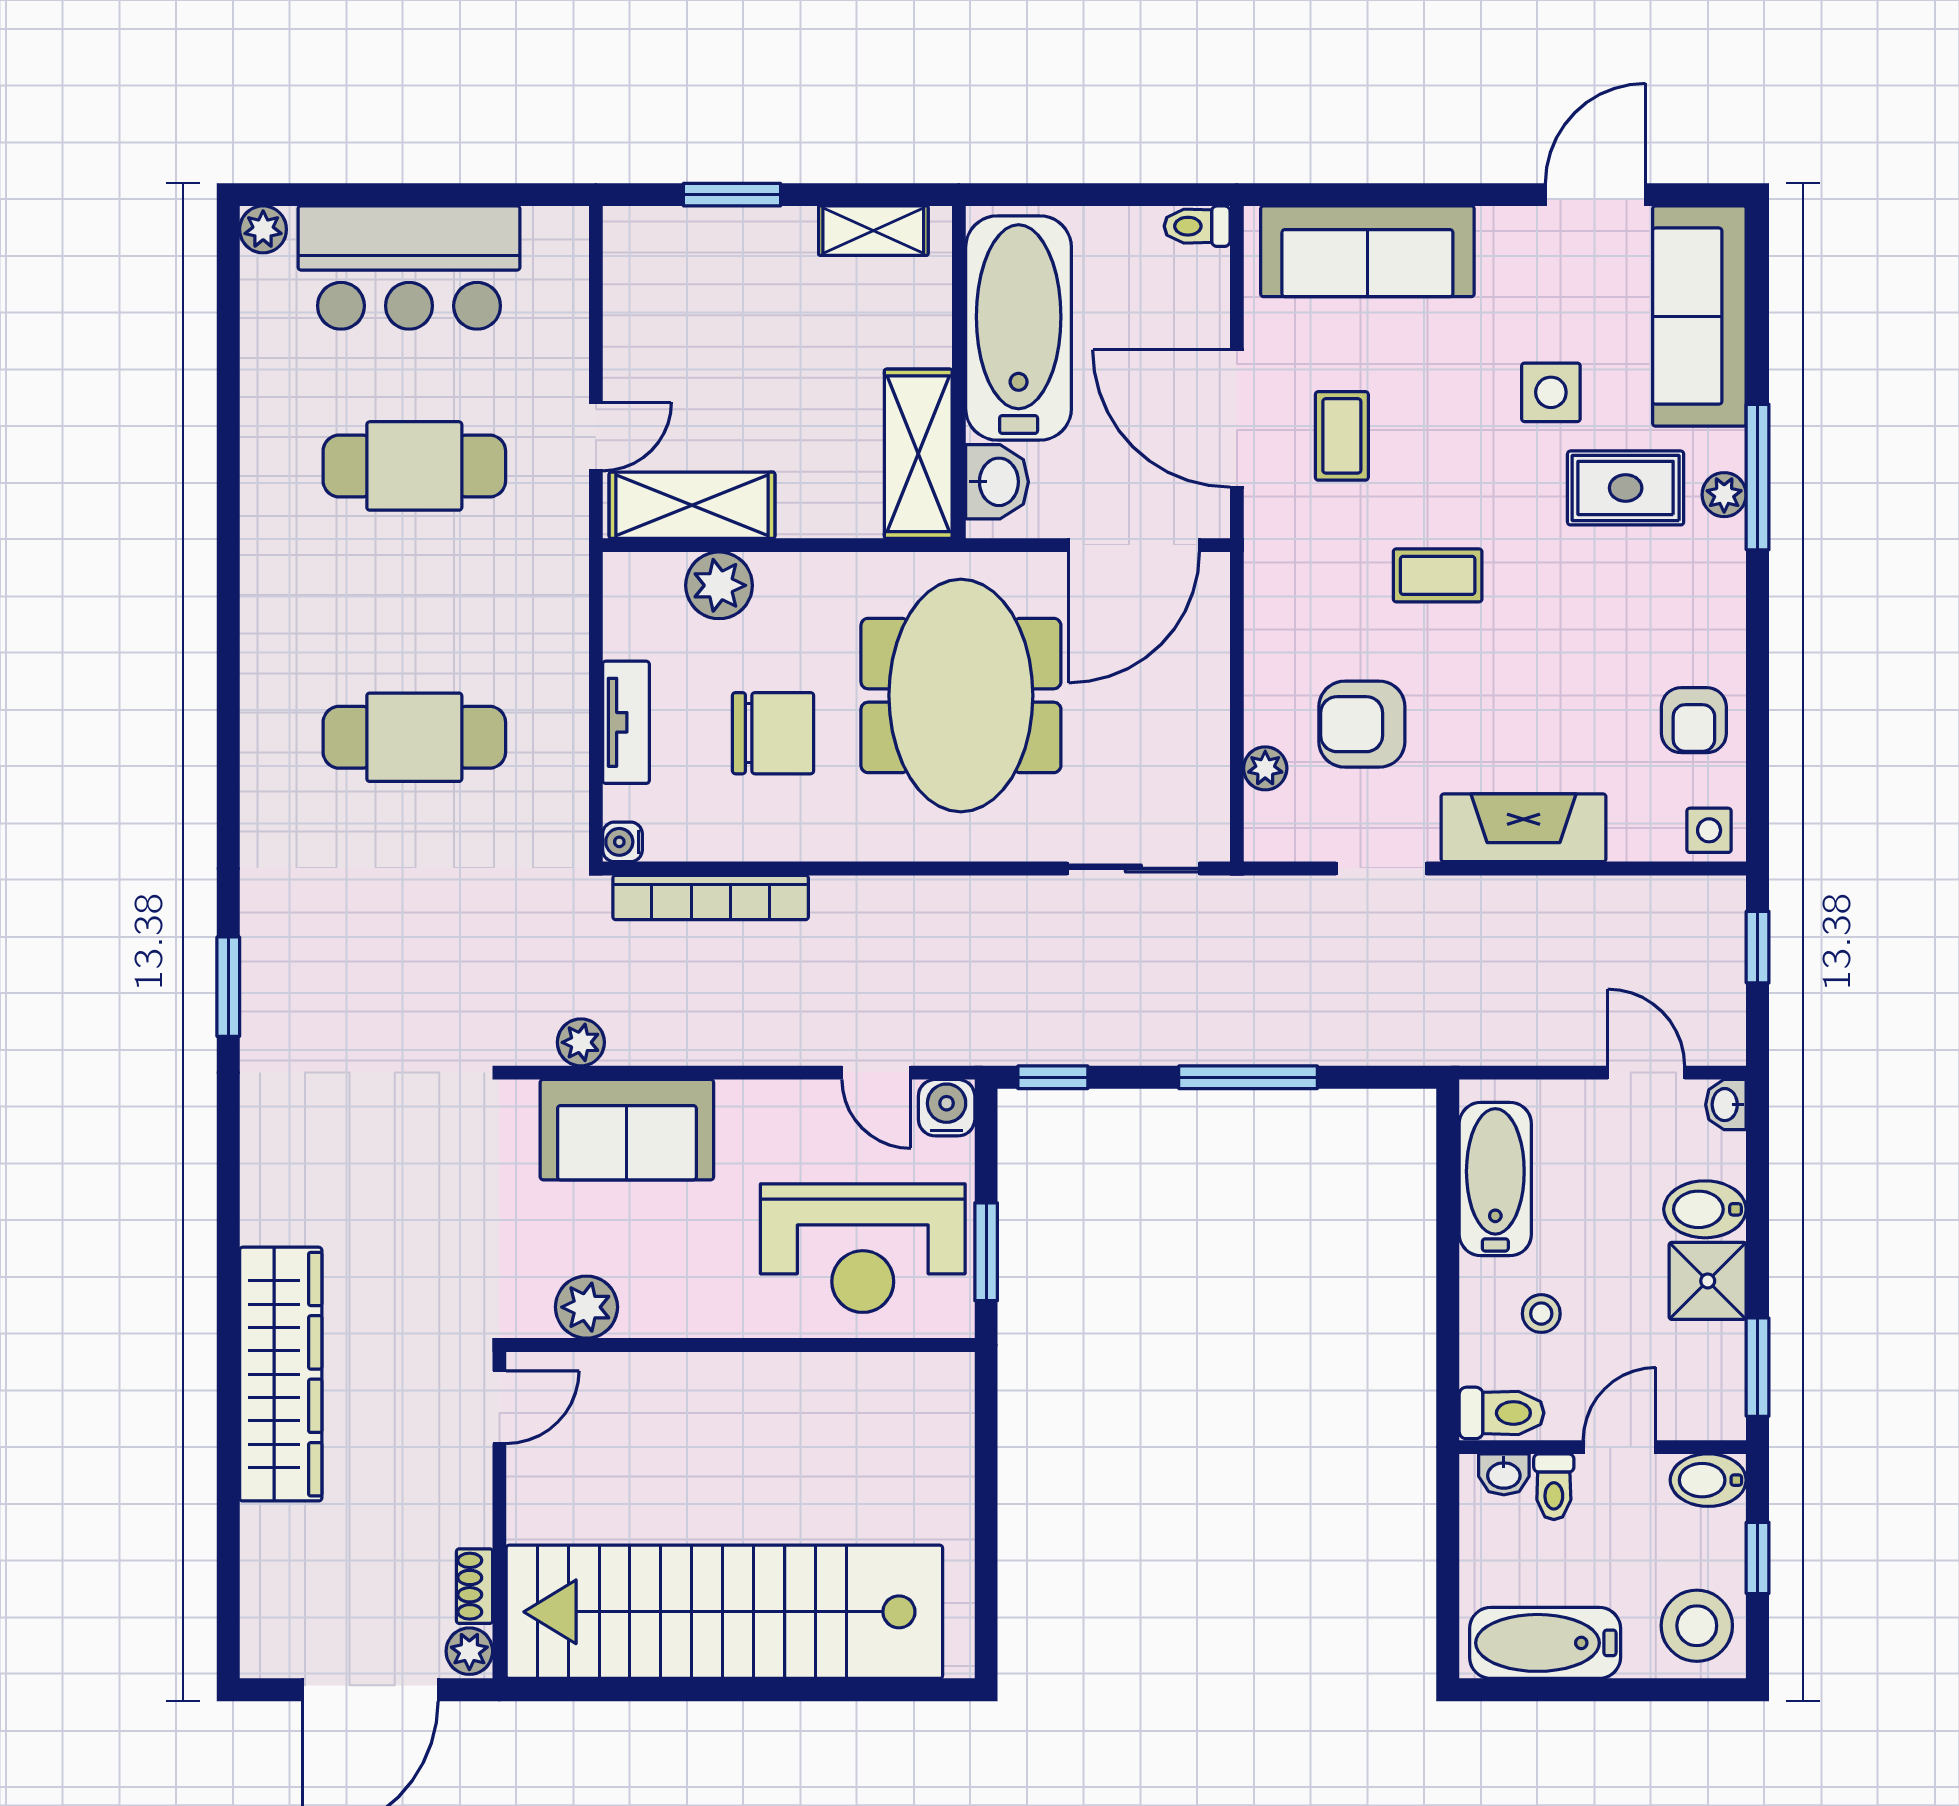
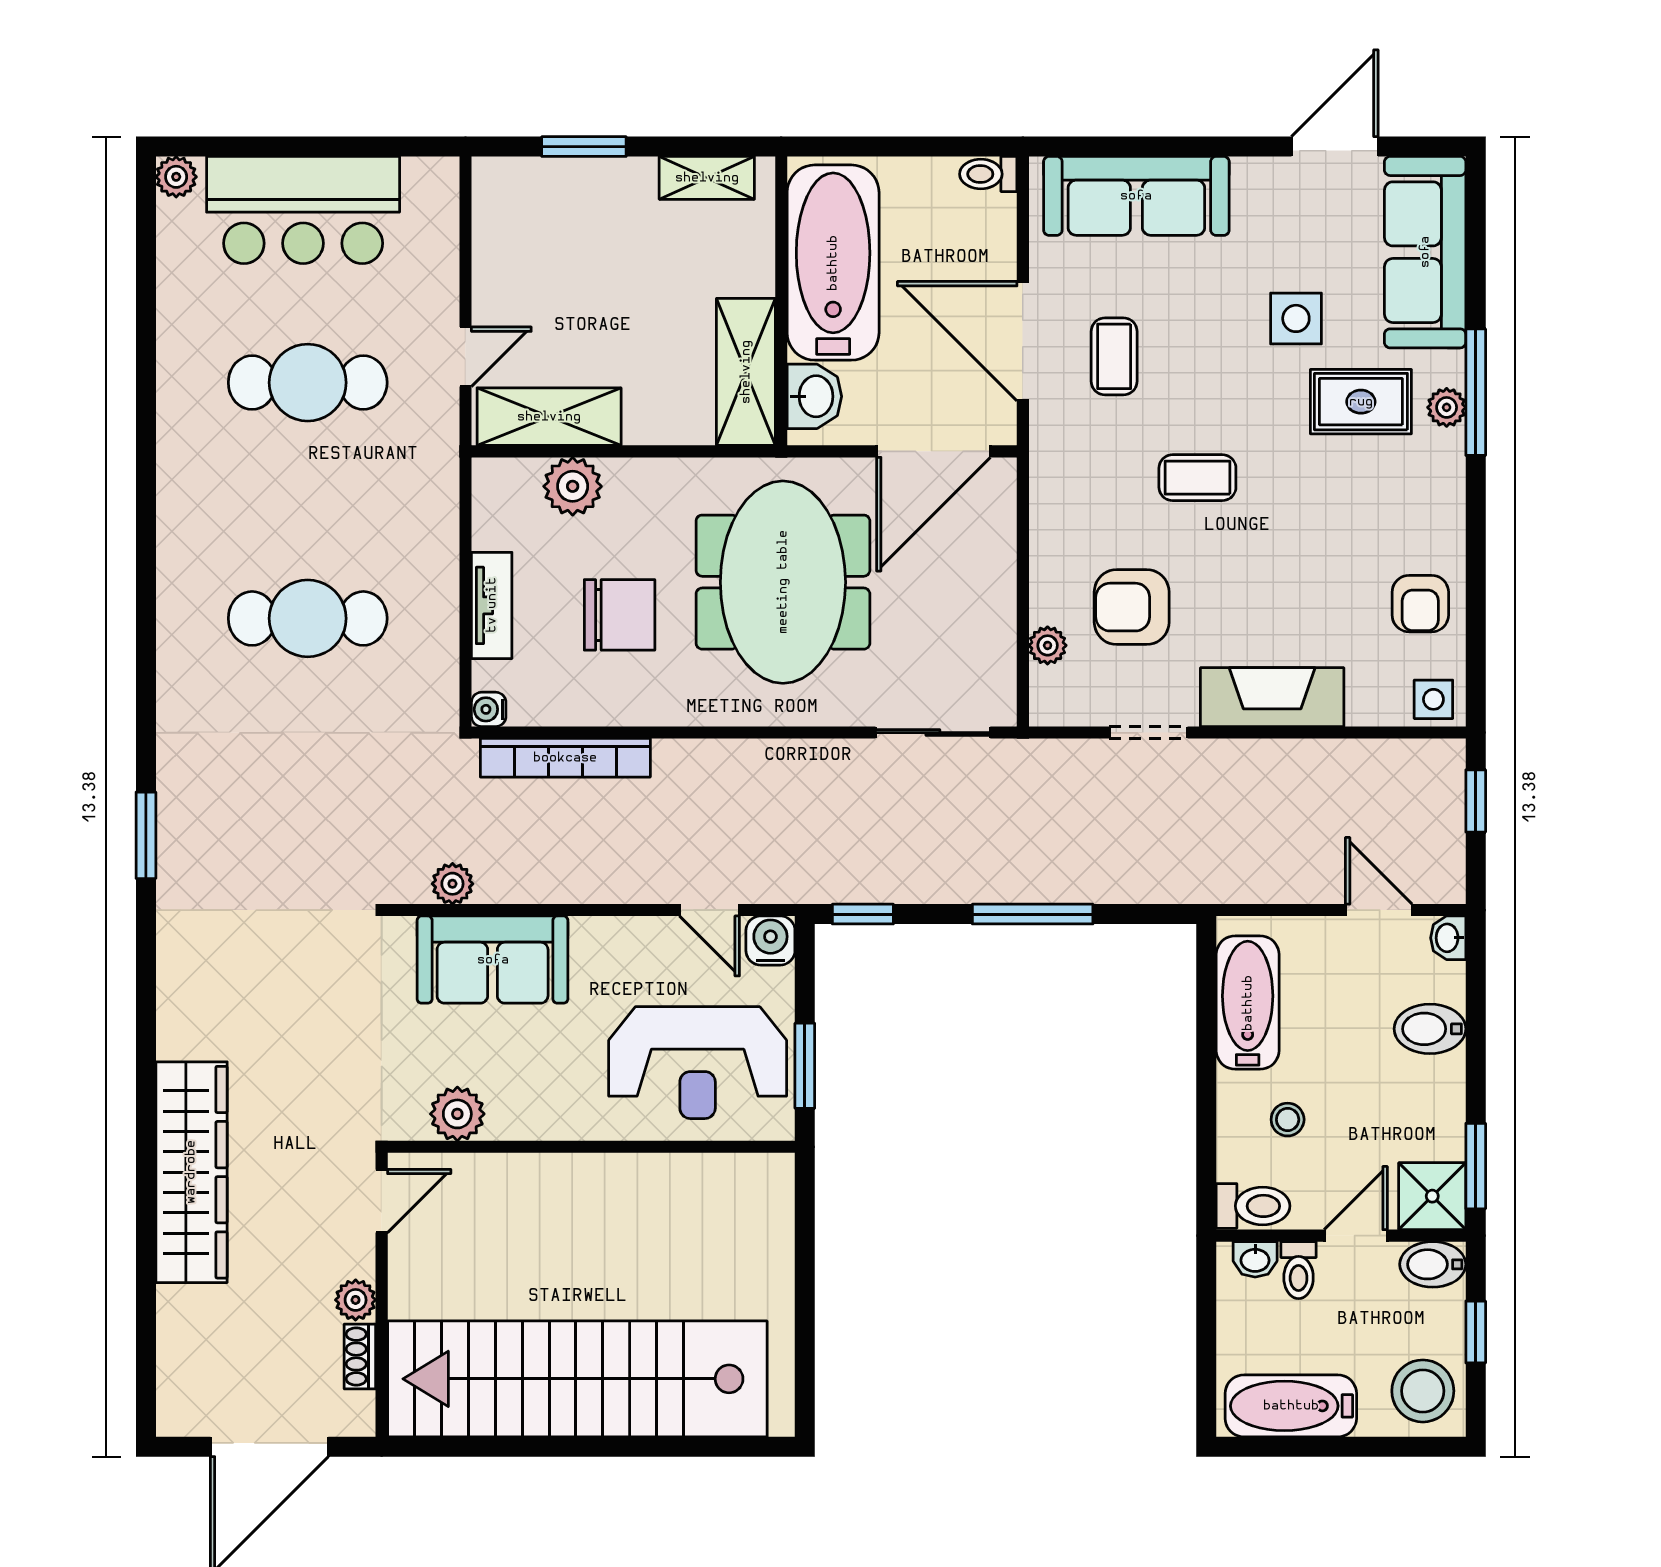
shower: (1708, 1281) -> (1432, 1196), moved
plant: (469, 1651) -> (356, 1300), moved

